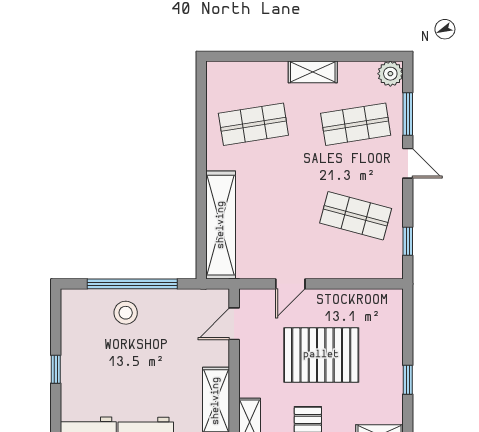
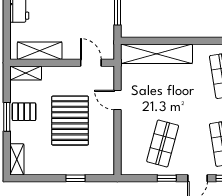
window: (408, 241) -> (167, 178), moved
window: (408, 380) -> (76, 178), moved

